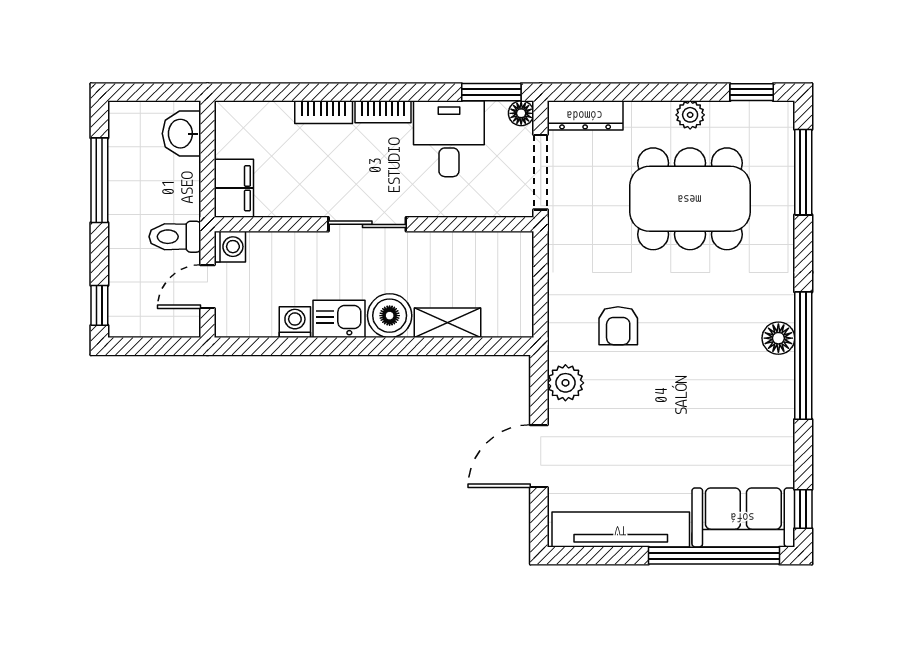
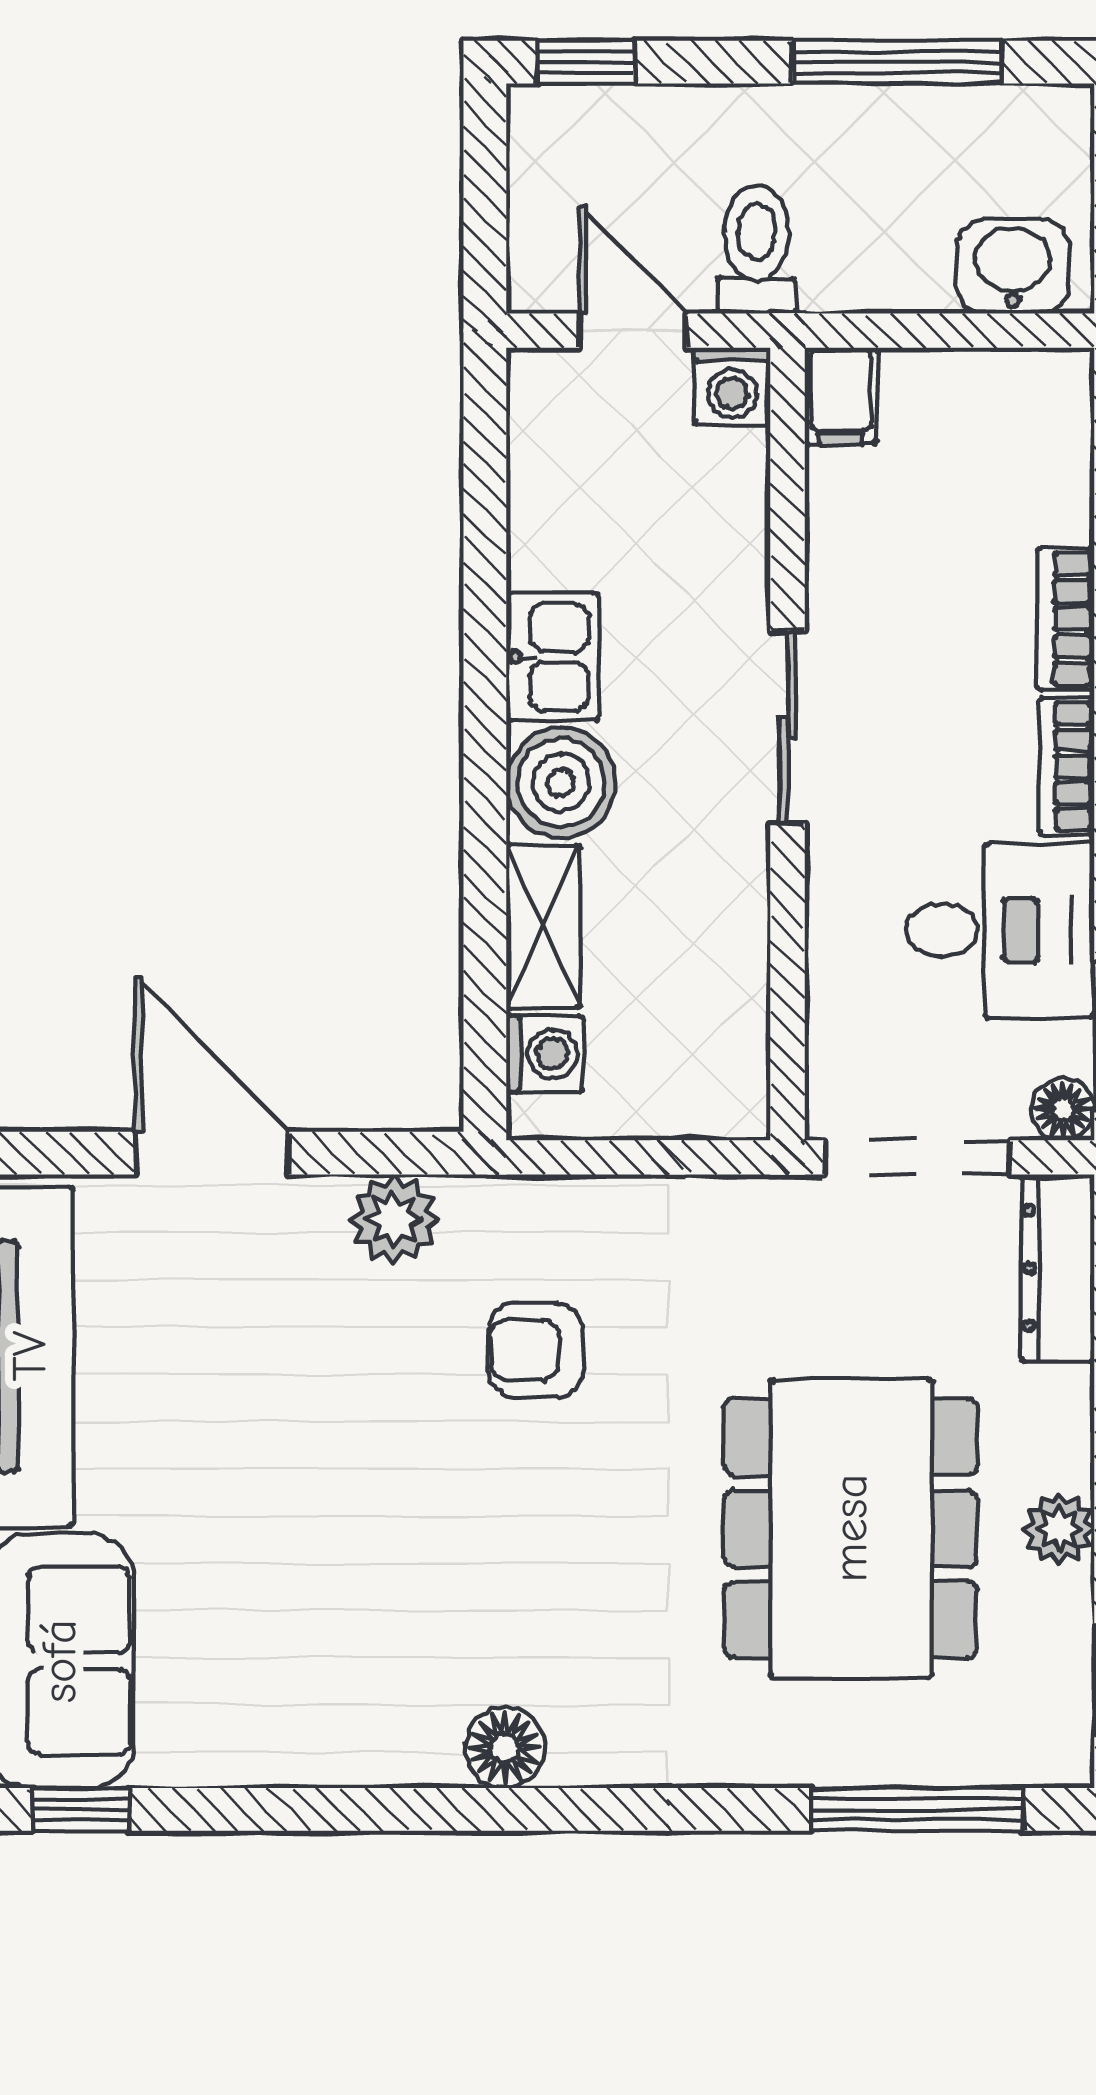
filing cabinet: (234, 188) -> (841, 396), width x0.50
washing machine: (295, 322) -> (545, 1054), moved
window: (803, 356) -> (461, 1809), removed

